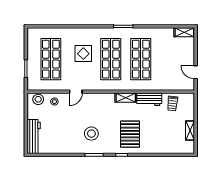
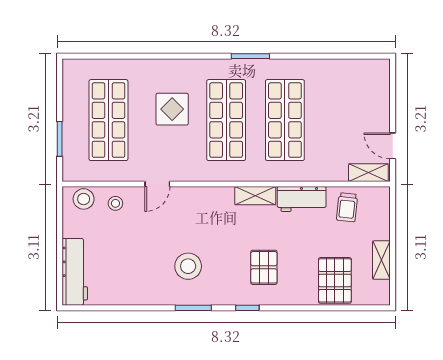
shelving: (184, 32) -> (368, 173), moved
pallet: (130, 134) -> (264, 267), width x0.67, depth x0.71
pallet: (166, 141) -> (335, 280), added

